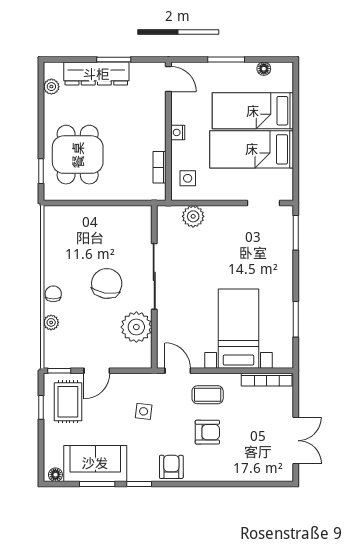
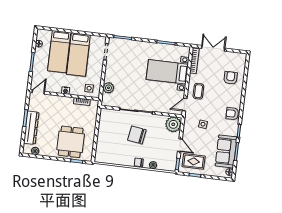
dining table: (78, 155) -> (71, 142), turned 90
plant: (136, 327) -> (173, 124), moved
armchair: (207, 432) -> (231, 78), moved
double door: (296, 441) -> (213, 48), moved

